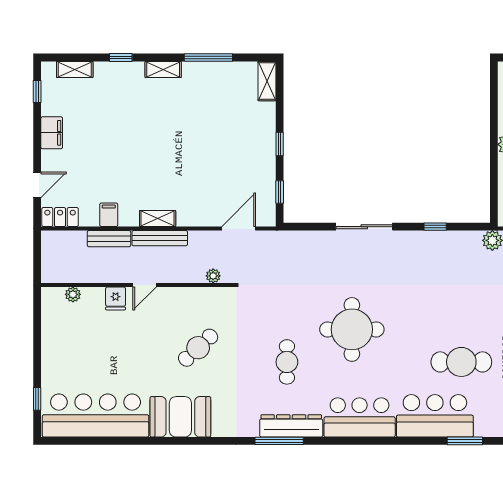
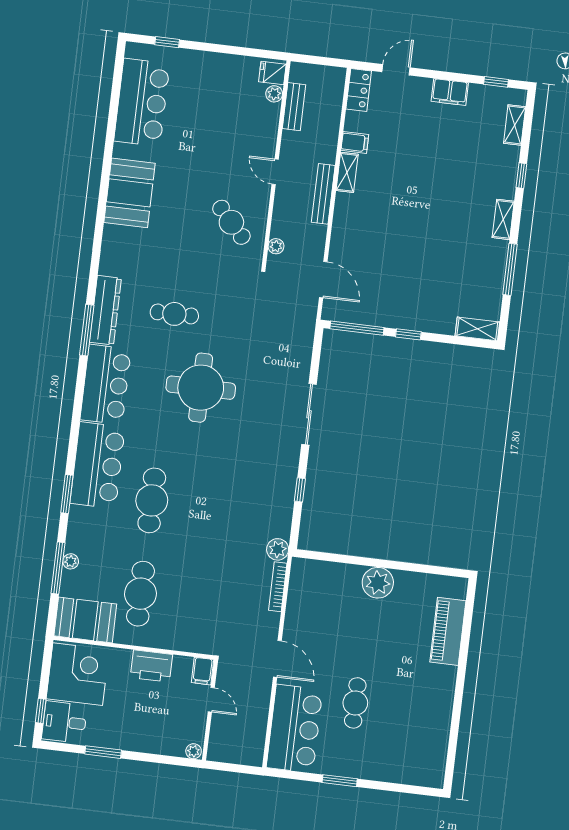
door: (37, 185) -> (396, 70), swing flipped
window: (280, 192) -> (357, 328), width x2.17
shelving: (158, 219) -> (347, 172), moved
bench: (109, 239) -> (294, 107), moved
fridge: (116, 298) -> (272, 73), moved
cafe table: (198, 348) -> (231, 222), moved
bar counter: (96, 415) -> (142, 102), width x0.73
window: (279, 441) -> (87, 330), moved

